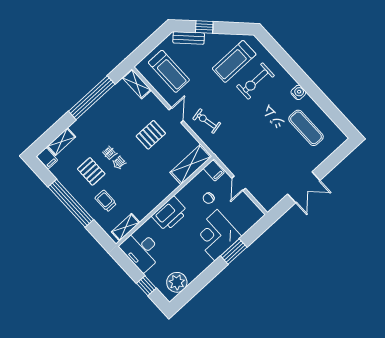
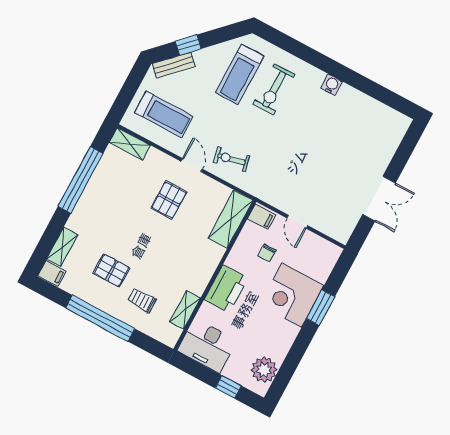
exercise mat: (306, 128) -> (356, 125), removed
shelving: (126, 227) -> (185, 310), moved

